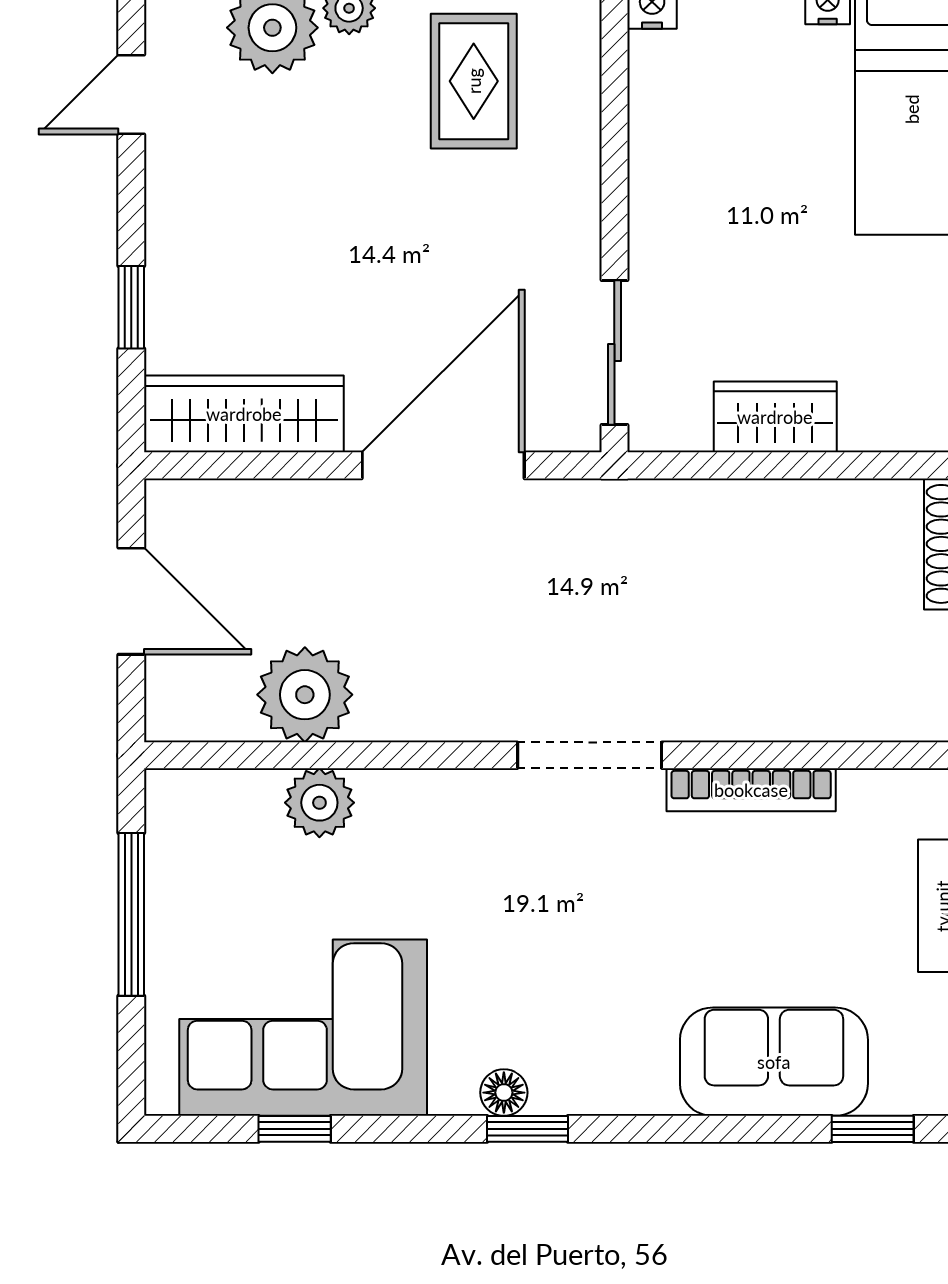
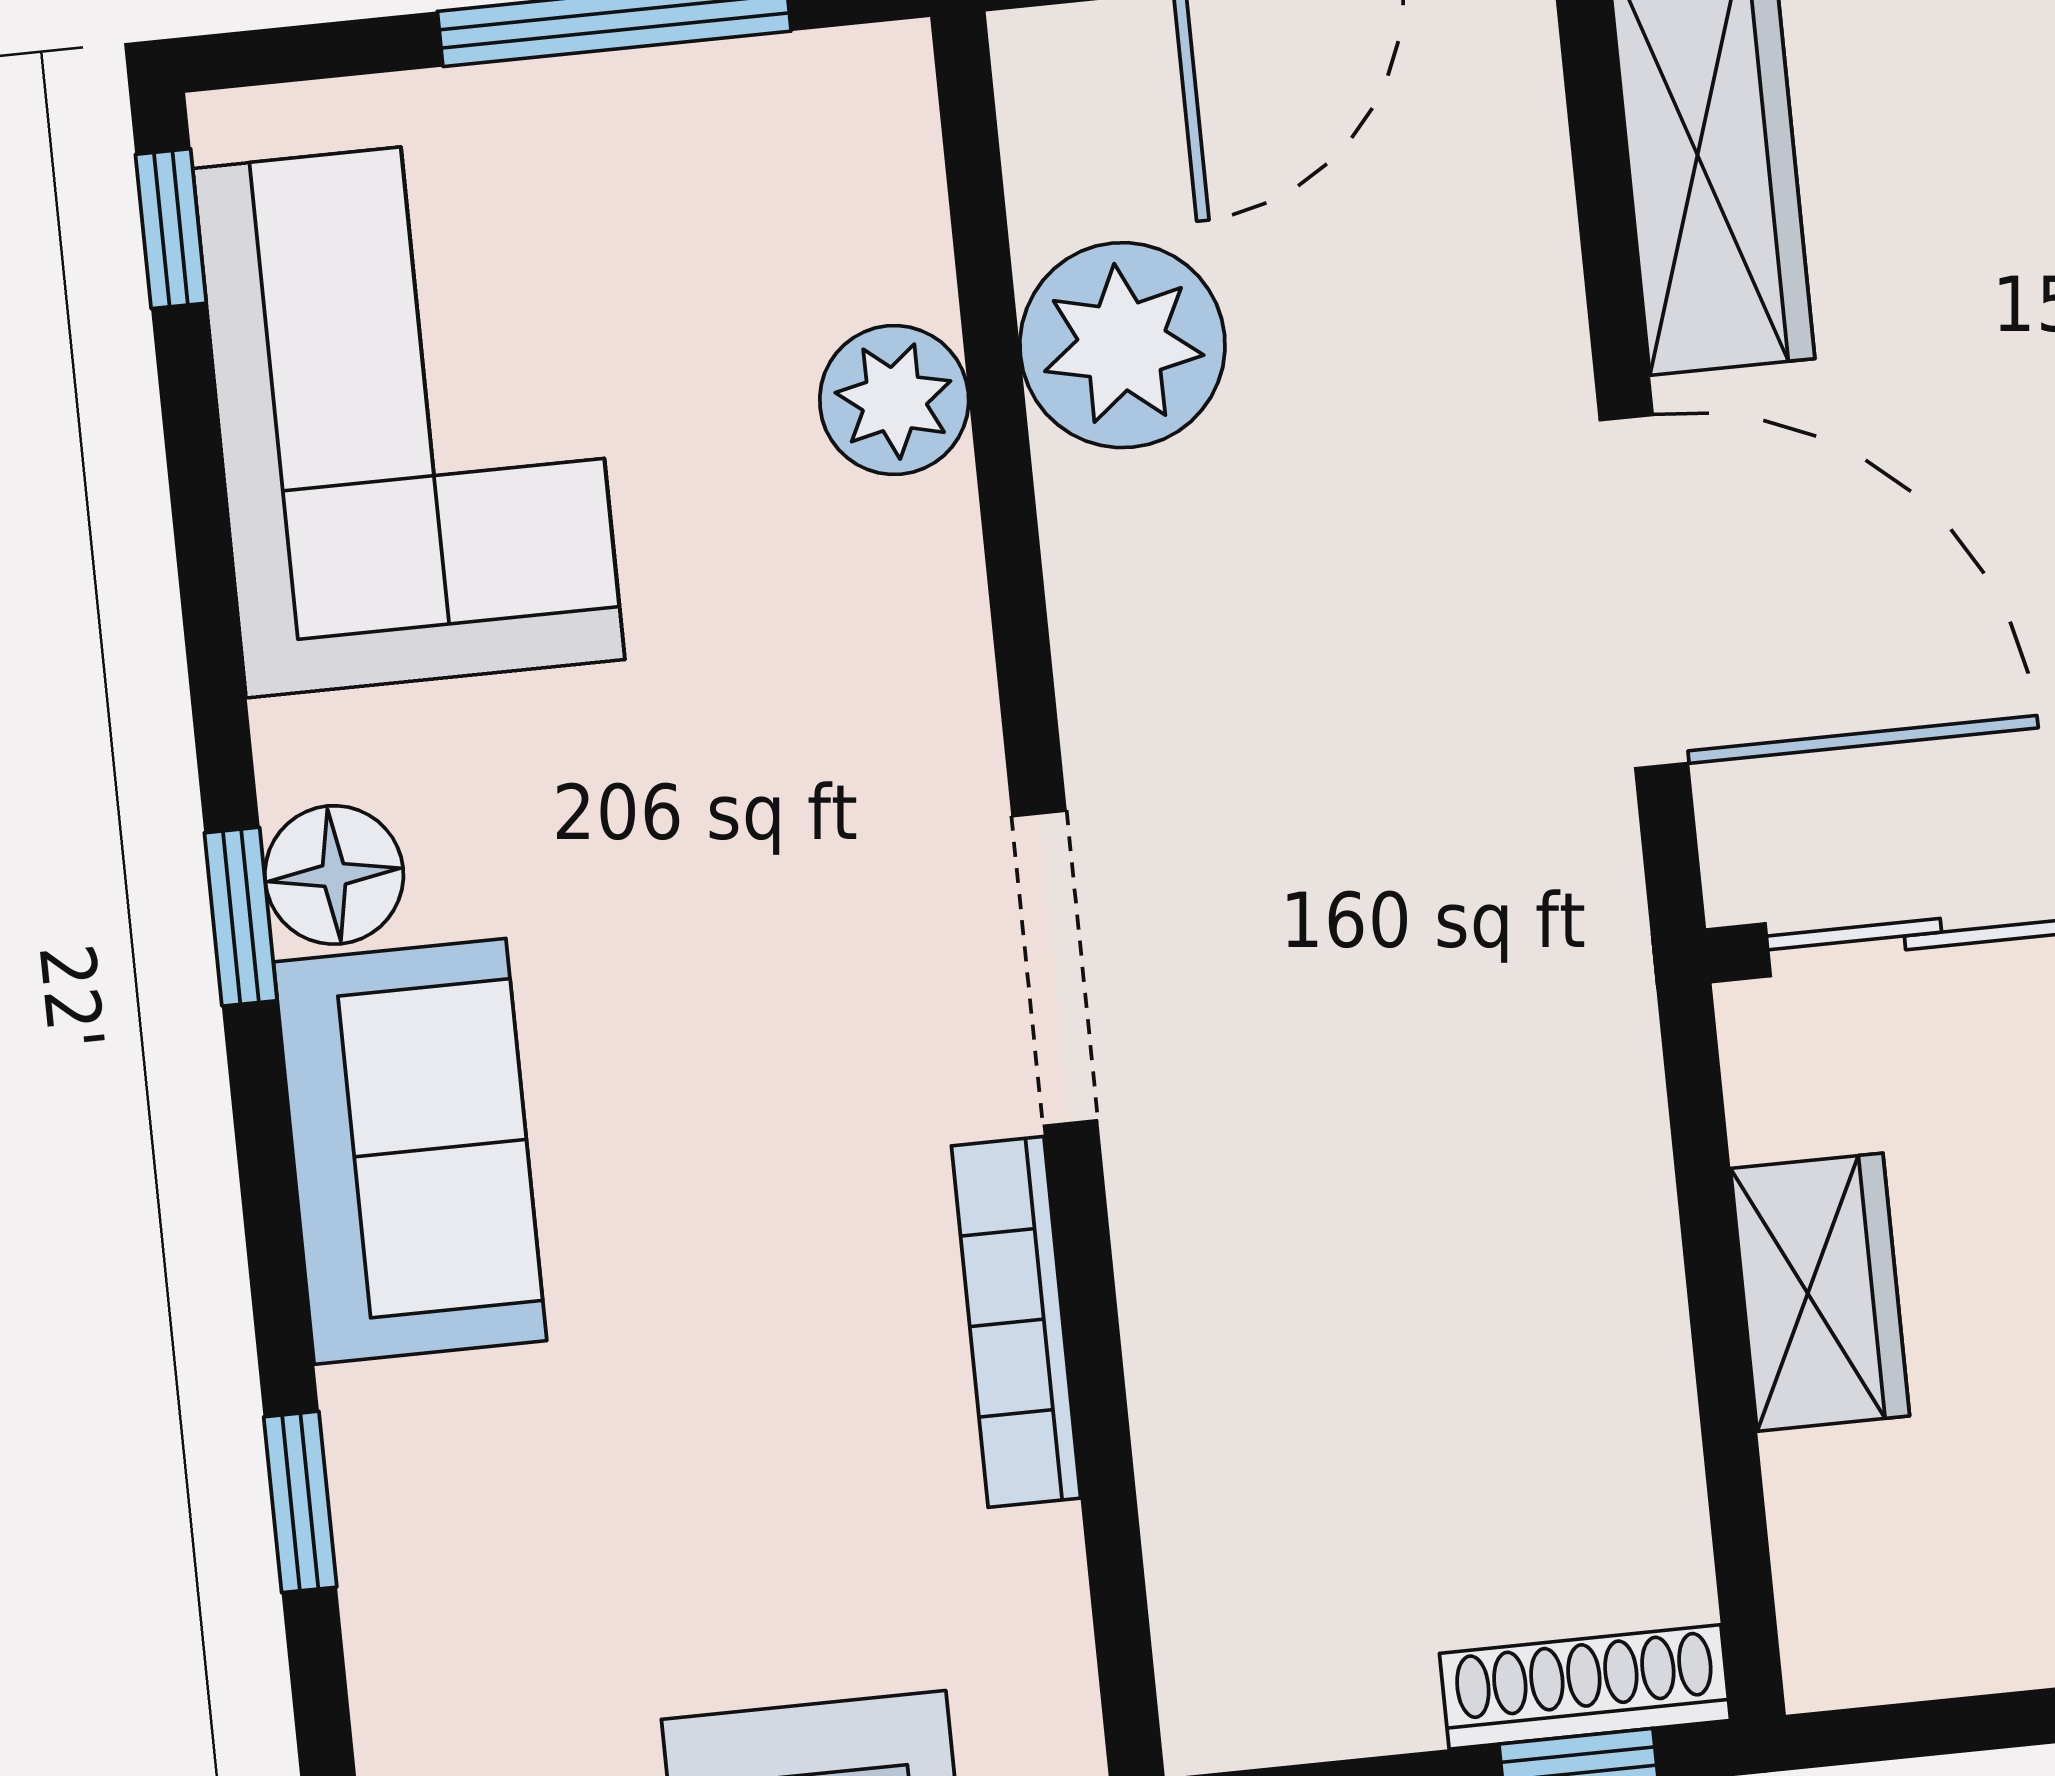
sofa: (774, 1062) -> (410, 1151), moved
floor lamp: (504, 1093) -> (334, 875), width x1.37, depth x1.37
window: (295, 1129) -> (171, 229), moved
window: (873, 1129) -> (300, 1502), moved

